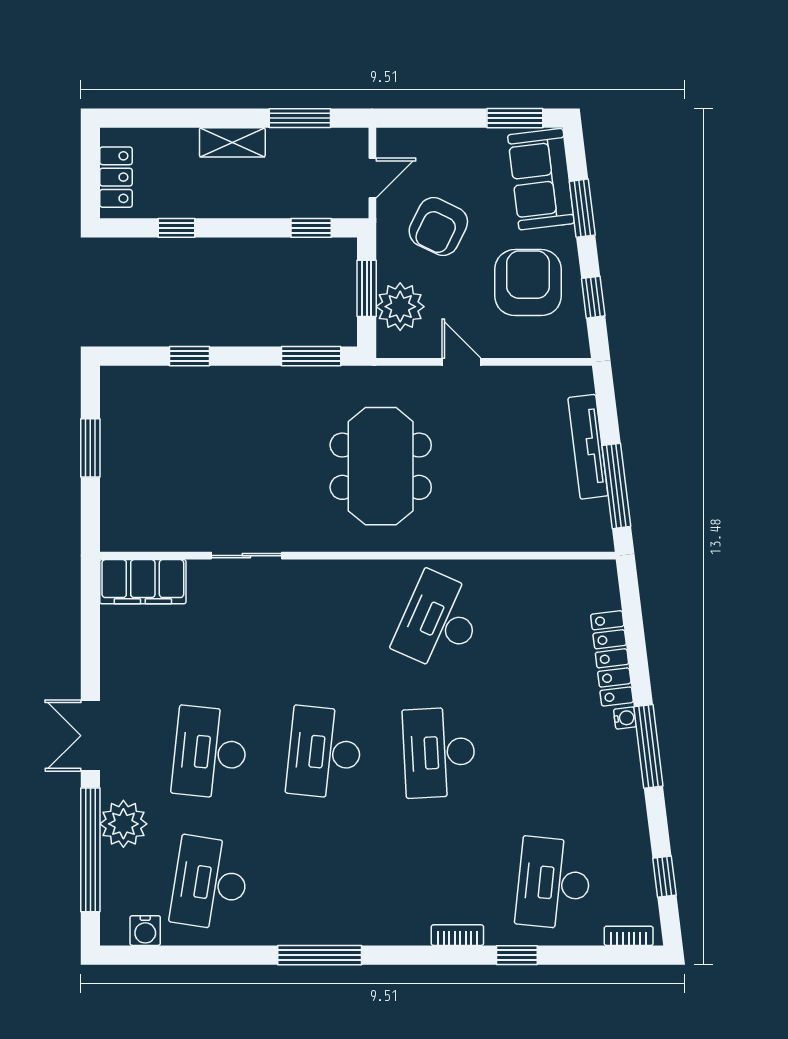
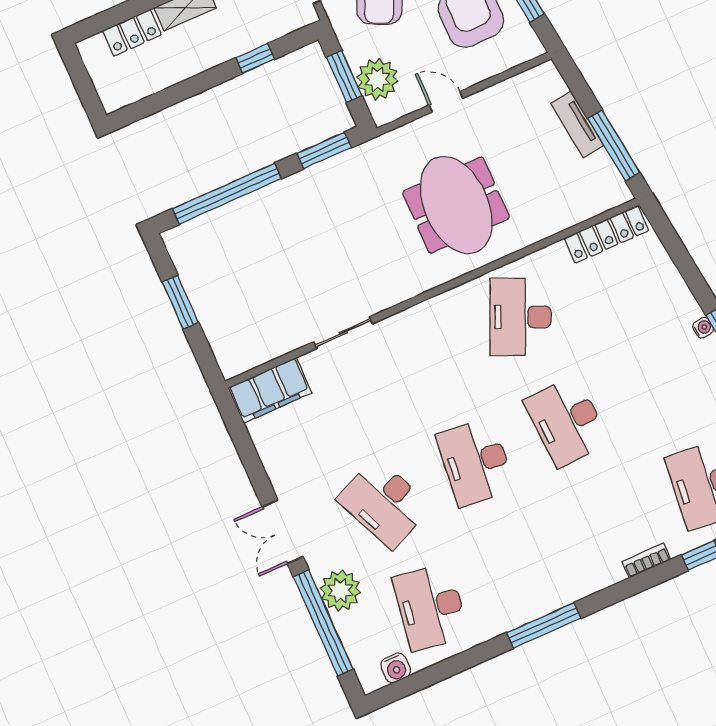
locker: (116, 177) -> (132, 33), moved, turned 90
window: (176, 228) -> (171, 96), removed
window: (311, 228) -> (255, 58), moved
window: (189, 356) -> (227, 194), width x3.17
tv unit: (588, 447) -> (577, 124), width x0.71
meeting table: (381, 466) -> (456, 205), moved
locker: (612, 658) -> (606, 234), moved, turned -83
desk: (210, 752) -> (384, 503), turned -30

